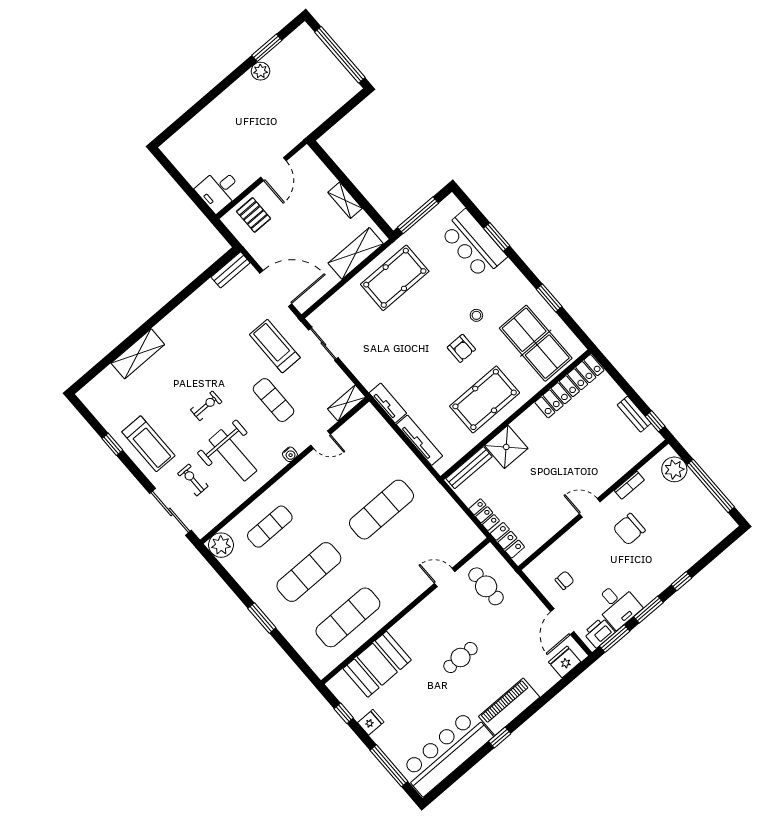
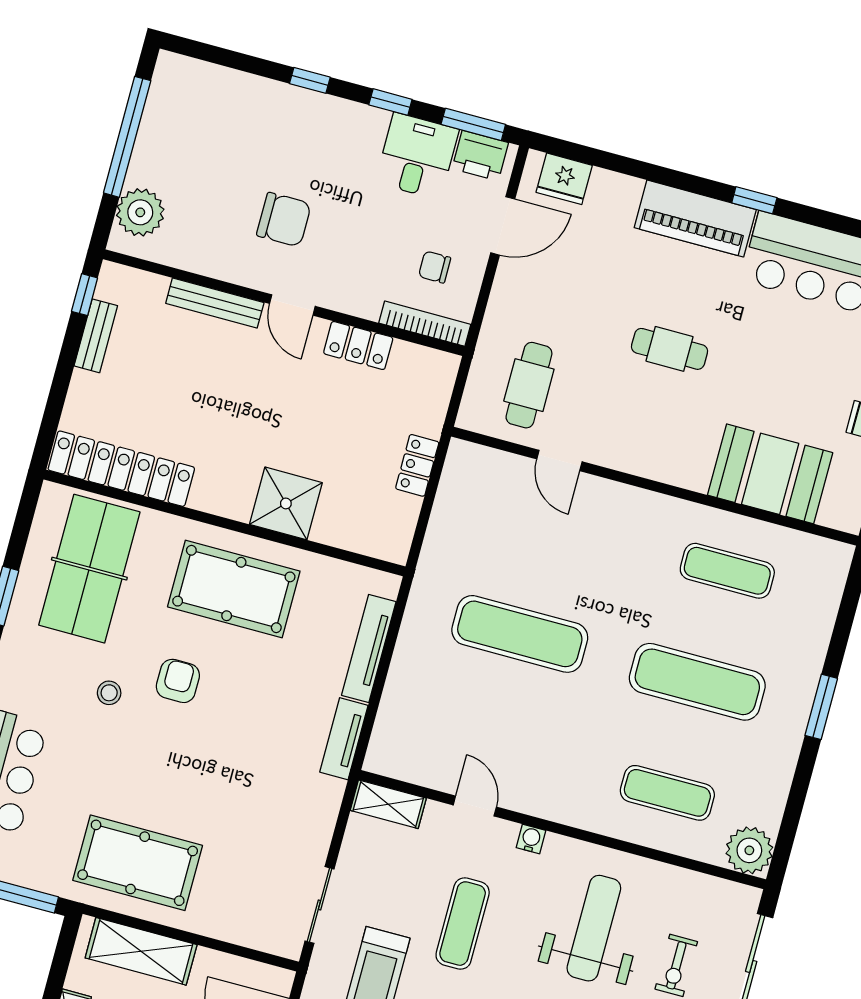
bench: (469, 468) -> (215, 303), moved
bookcase: (629, 485) -> (425, 324), moved, width x1.56
locker: (507, 540) -> (358, 346), moved, turned -90
window: (649, 610) -> (390, 102), width x0.67
exercise mat: (348, 617) -> (727, 571), width x0.73, depth x0.69

